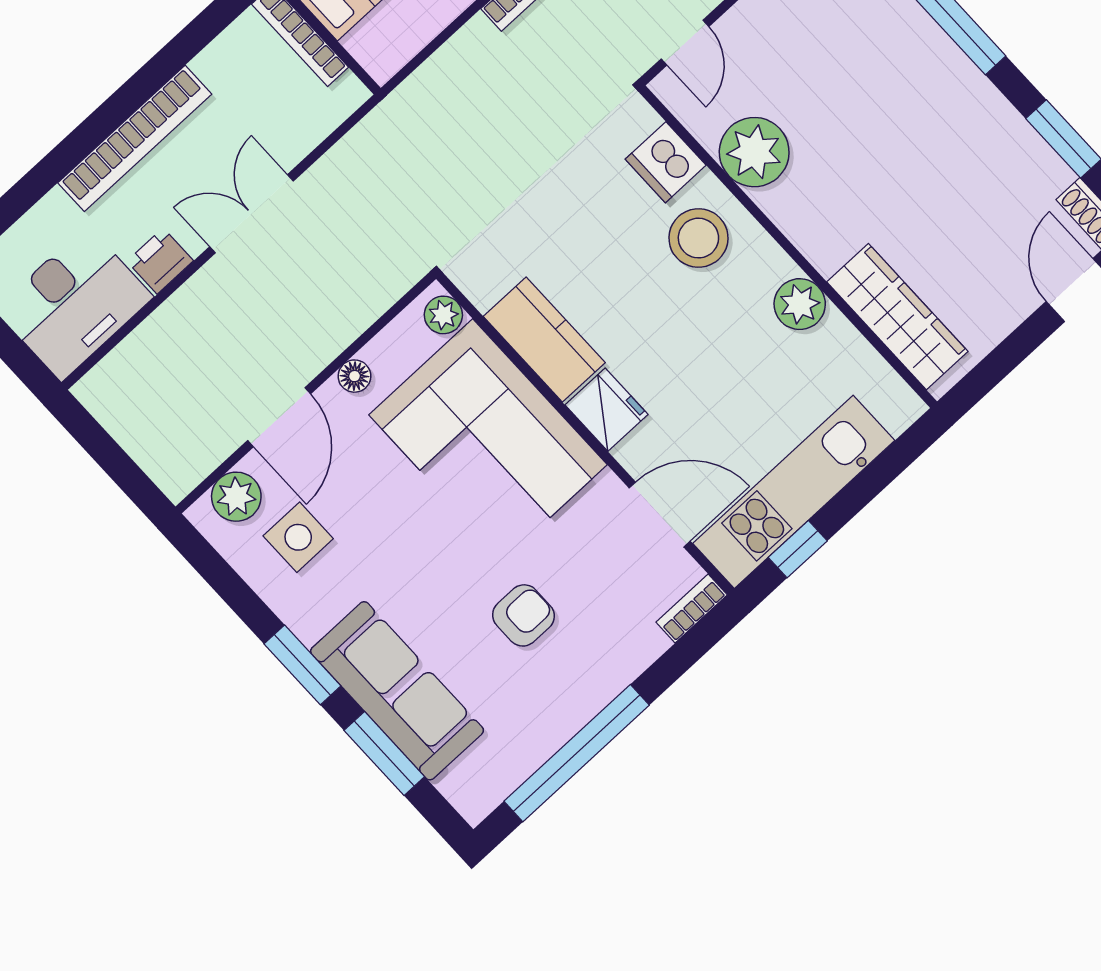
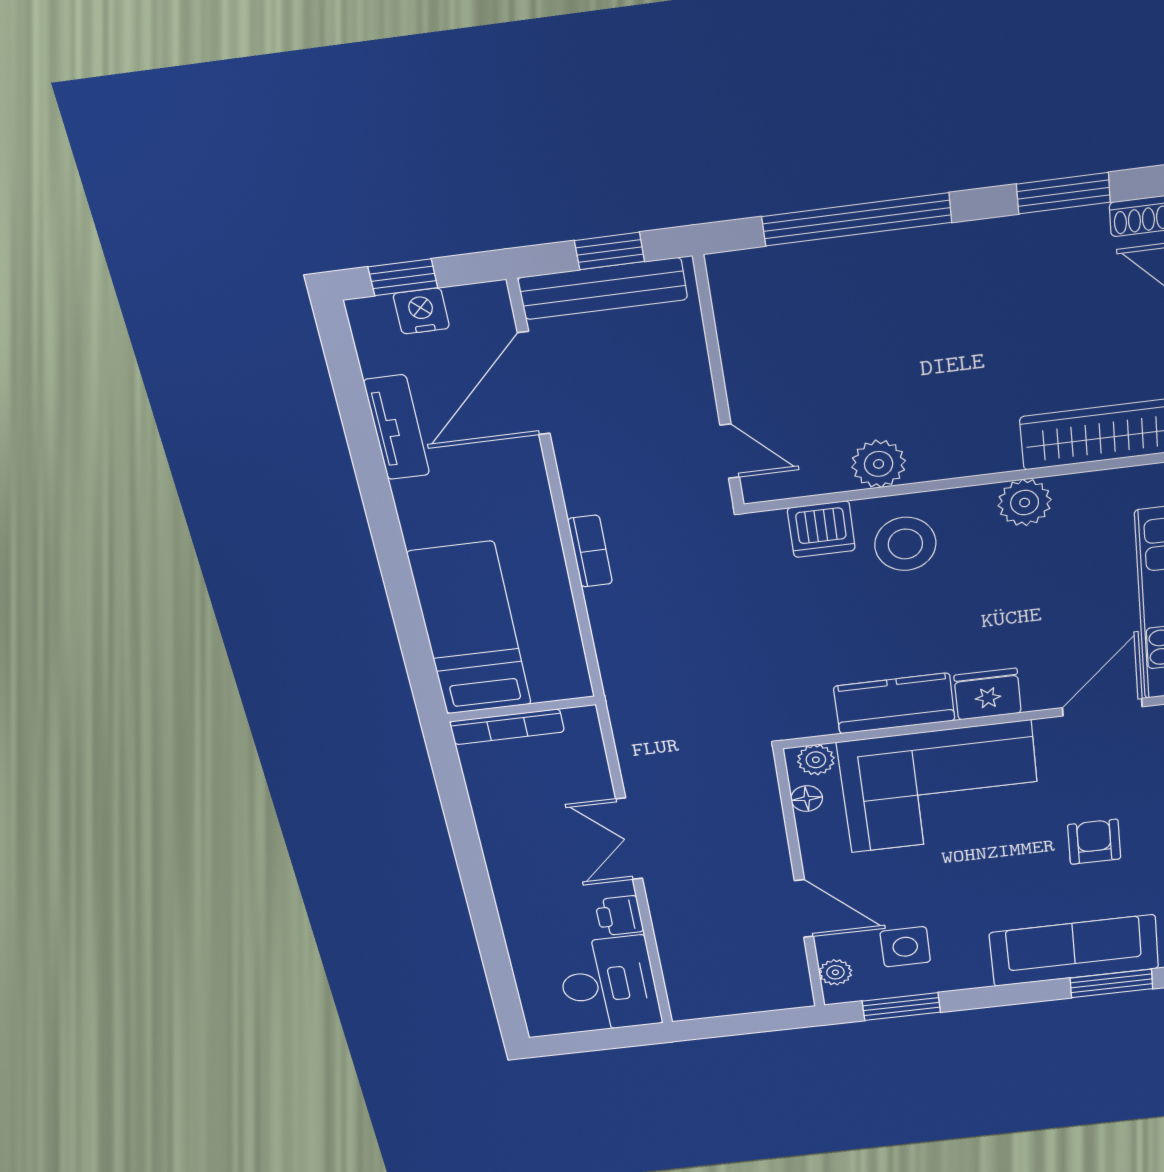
bookcase: (135, 138) -> (508, 880), removed
plant: (754, 152) -> (879, 464), width x0.73, depth x0.73
floor lamp: (354, 376) -> (807, 799), moved
plant: (236, 497) -> (835, 972), width x0.73, depth x0.73
window: (302, 665) -> (901, 1007), moved

